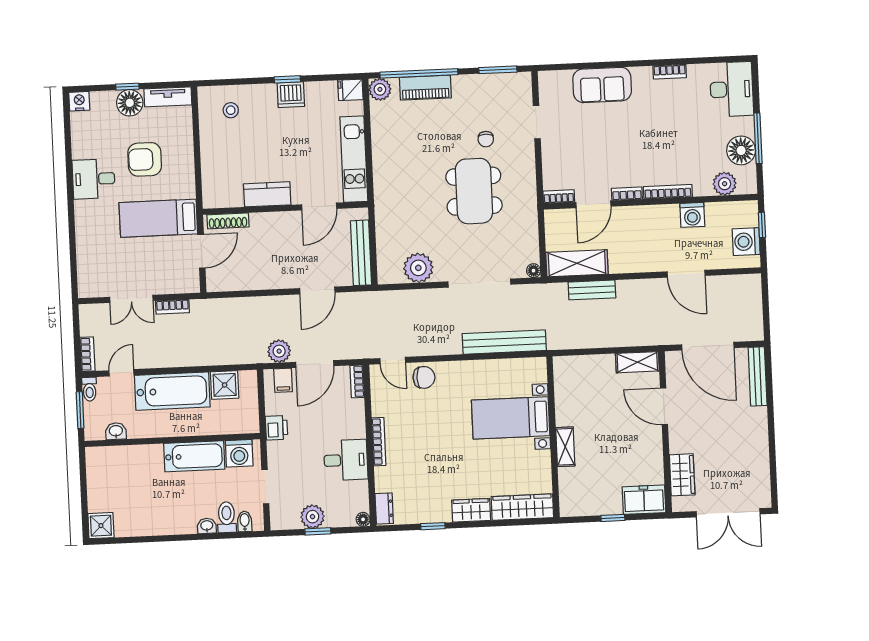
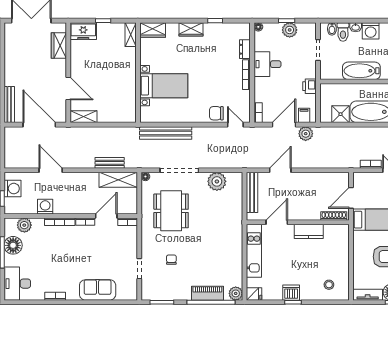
dining table: (474, 191) -> (171, 211), moved
shelving: (565, 447) -> (131, 35), moved
washing machine: (239, 453) -> (371, 31), moved, turned 180
wardrobe: (522, 507) -> (153, 30), width x0.67
dresser: (384, 509) -> (245, 49), moved

